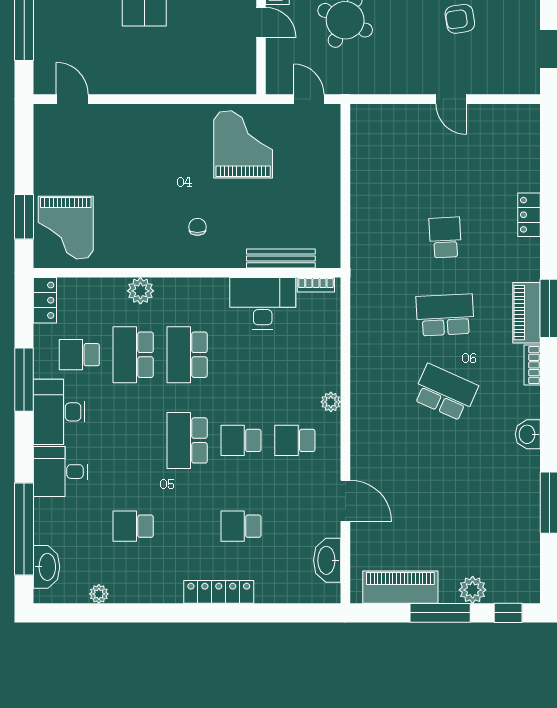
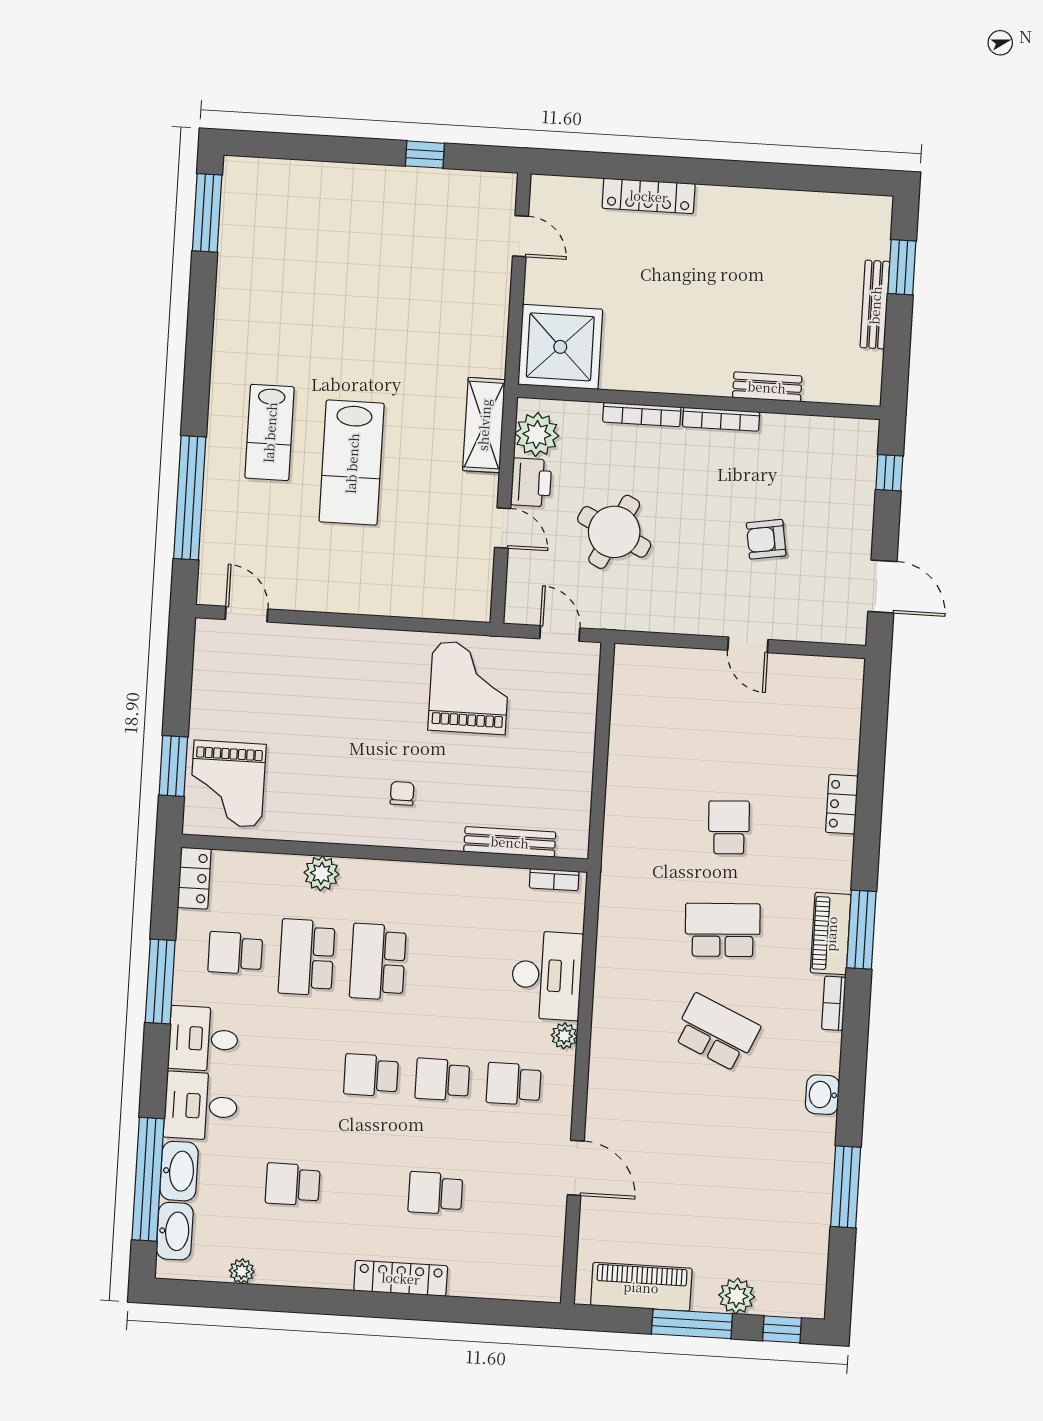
desk: (263, 303) -> (547, 975), moved, turned 90
desk: (59, 412) -> (203, 1039), width x0.73
school desk: (187, 440) -> (371, 1075), width x0.54
washbasin: (327, 560) -> (179, 1171), moved, turned 180

